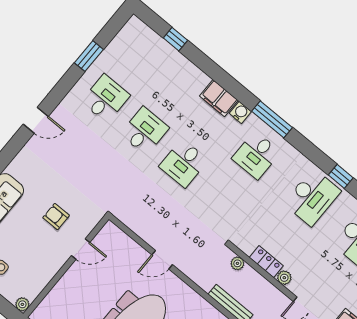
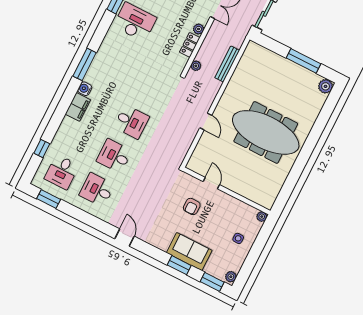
window: (89, 56) -> (49, 199), moved
desk: (256, 155) -> (62, 172), moved, turned 90

